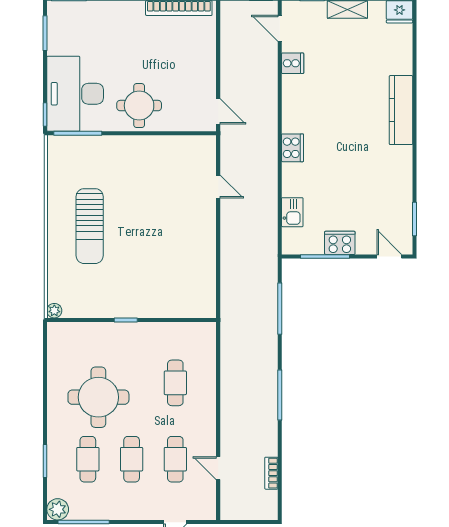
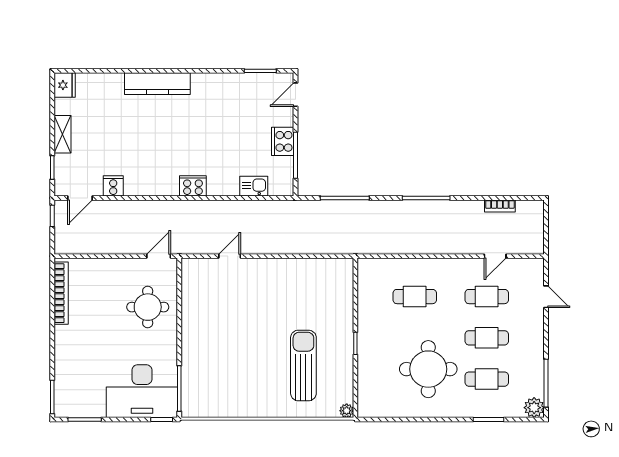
round table: (139, 106) -> (148, 307), moved
sun lounger: (90, 226) -> (303, 365), moved, turned -90

